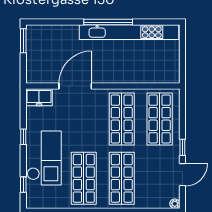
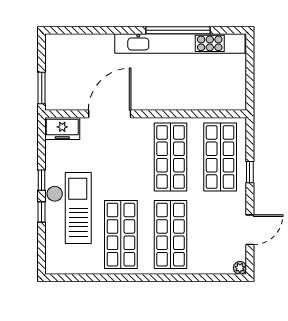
window: (108, 22) -> (178, 30), moved
window: (23, 41) -> (42, 88), moved
window: (182, 147) -> (250, 172), moved
window: (23, 185) -> (42, 212), moved

